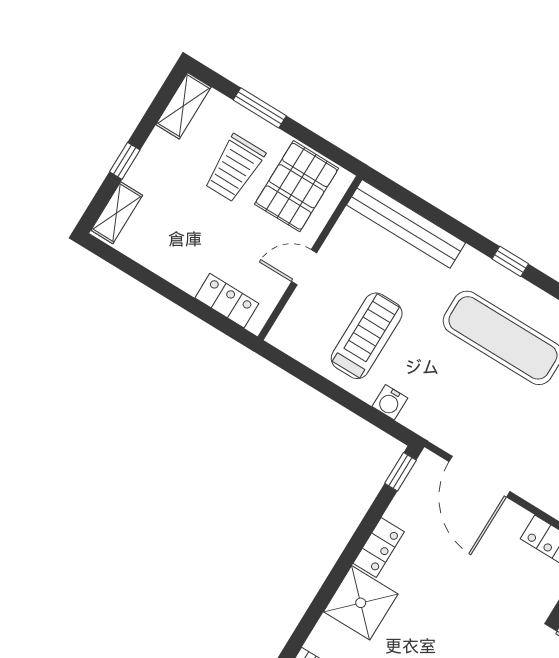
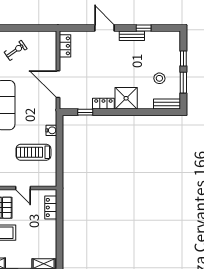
window: (400, 472) -> (85, 112), moved
door: (479, 477) -> (58, 84), swing flipped

